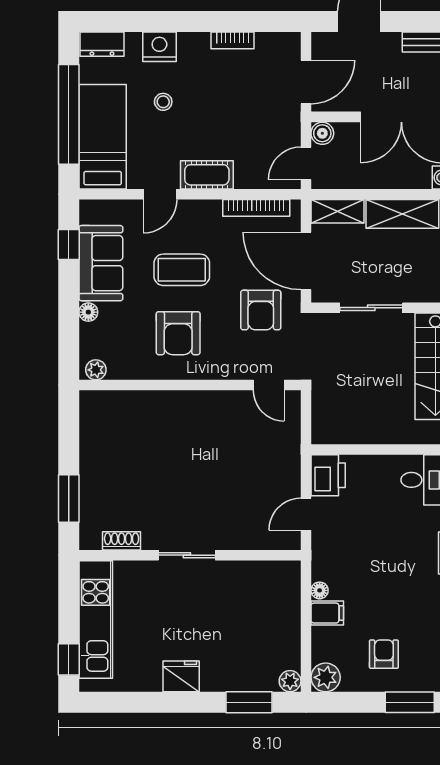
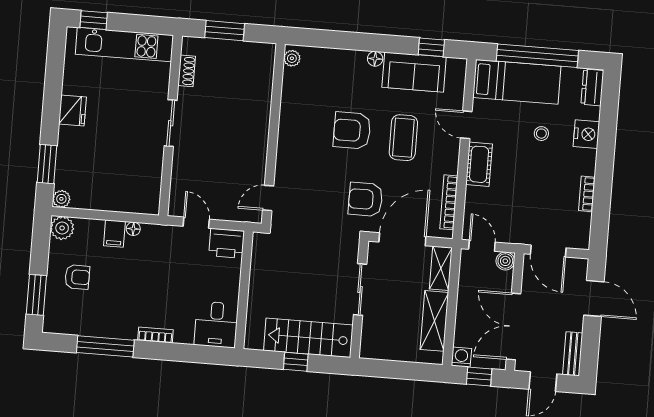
plant: (96, 370) -> (292, 58), moved
wall: (190, 385) -> (273, 134), moved
door: (269, 385) -> (268, 198), moved

